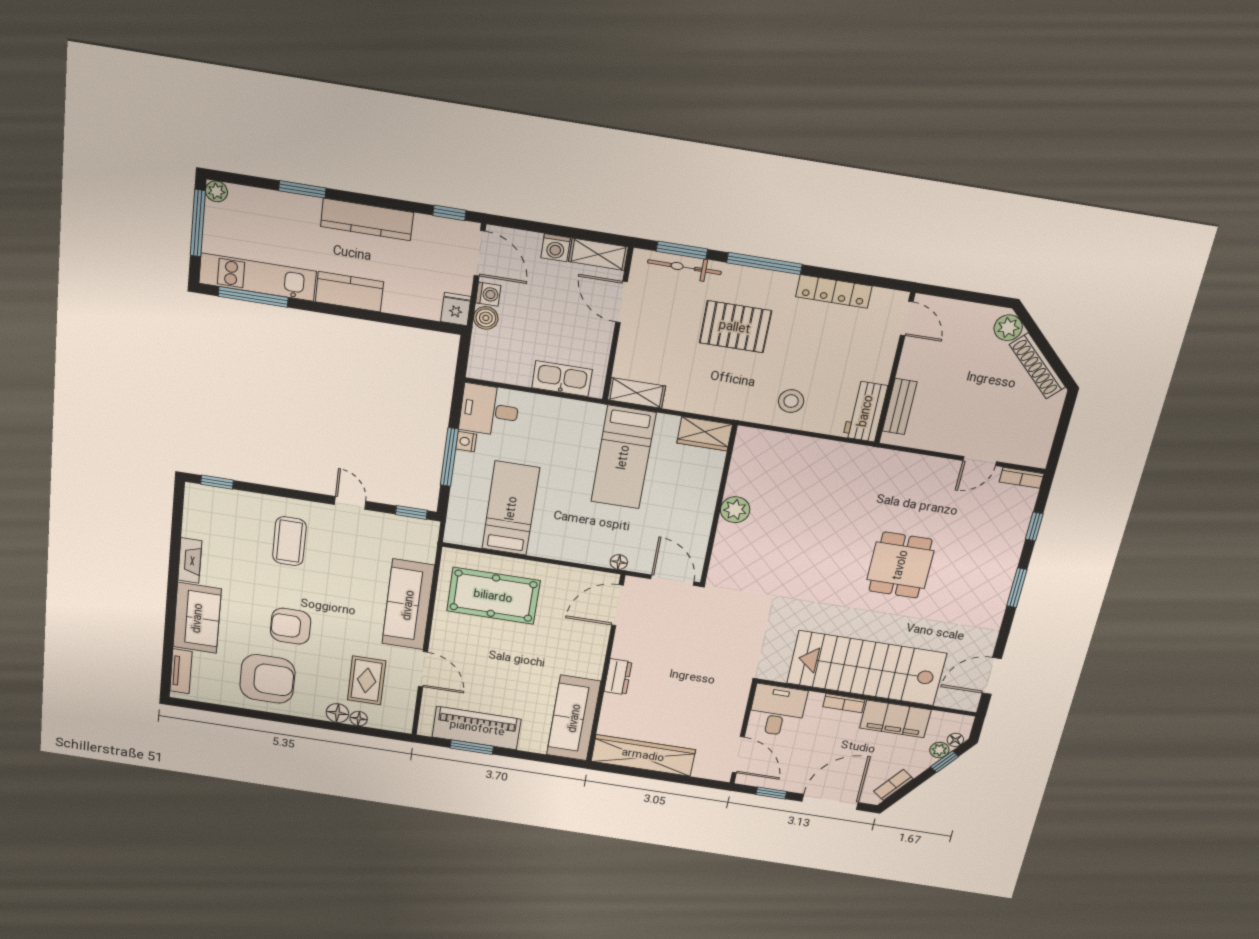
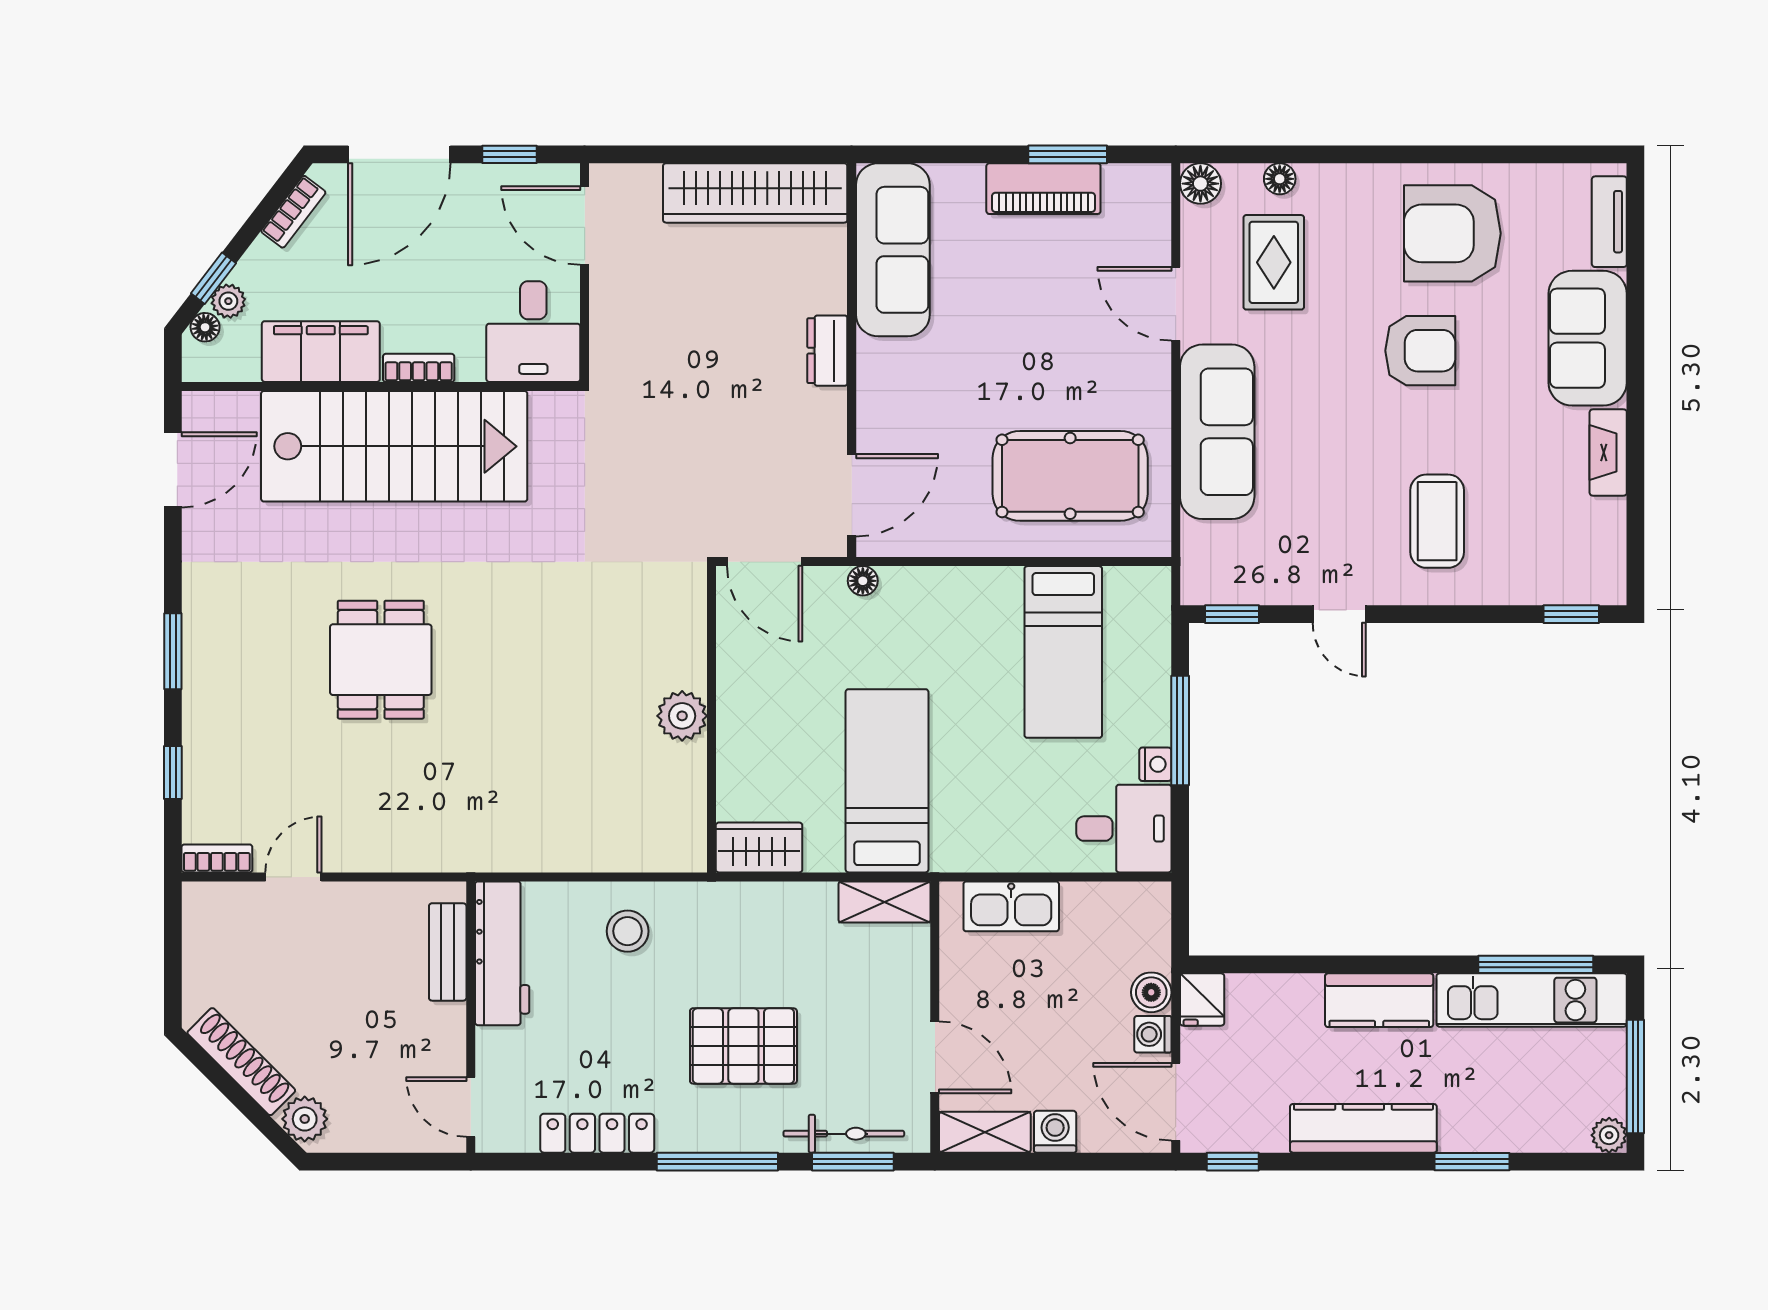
workbench: (865, 411) -> (502, 953), width x1.38
floor lamp: (337, 713) -> (1200, 184), moved
piano: (477, 728) -> (1043, 189), width x0.73, depth x0.75

